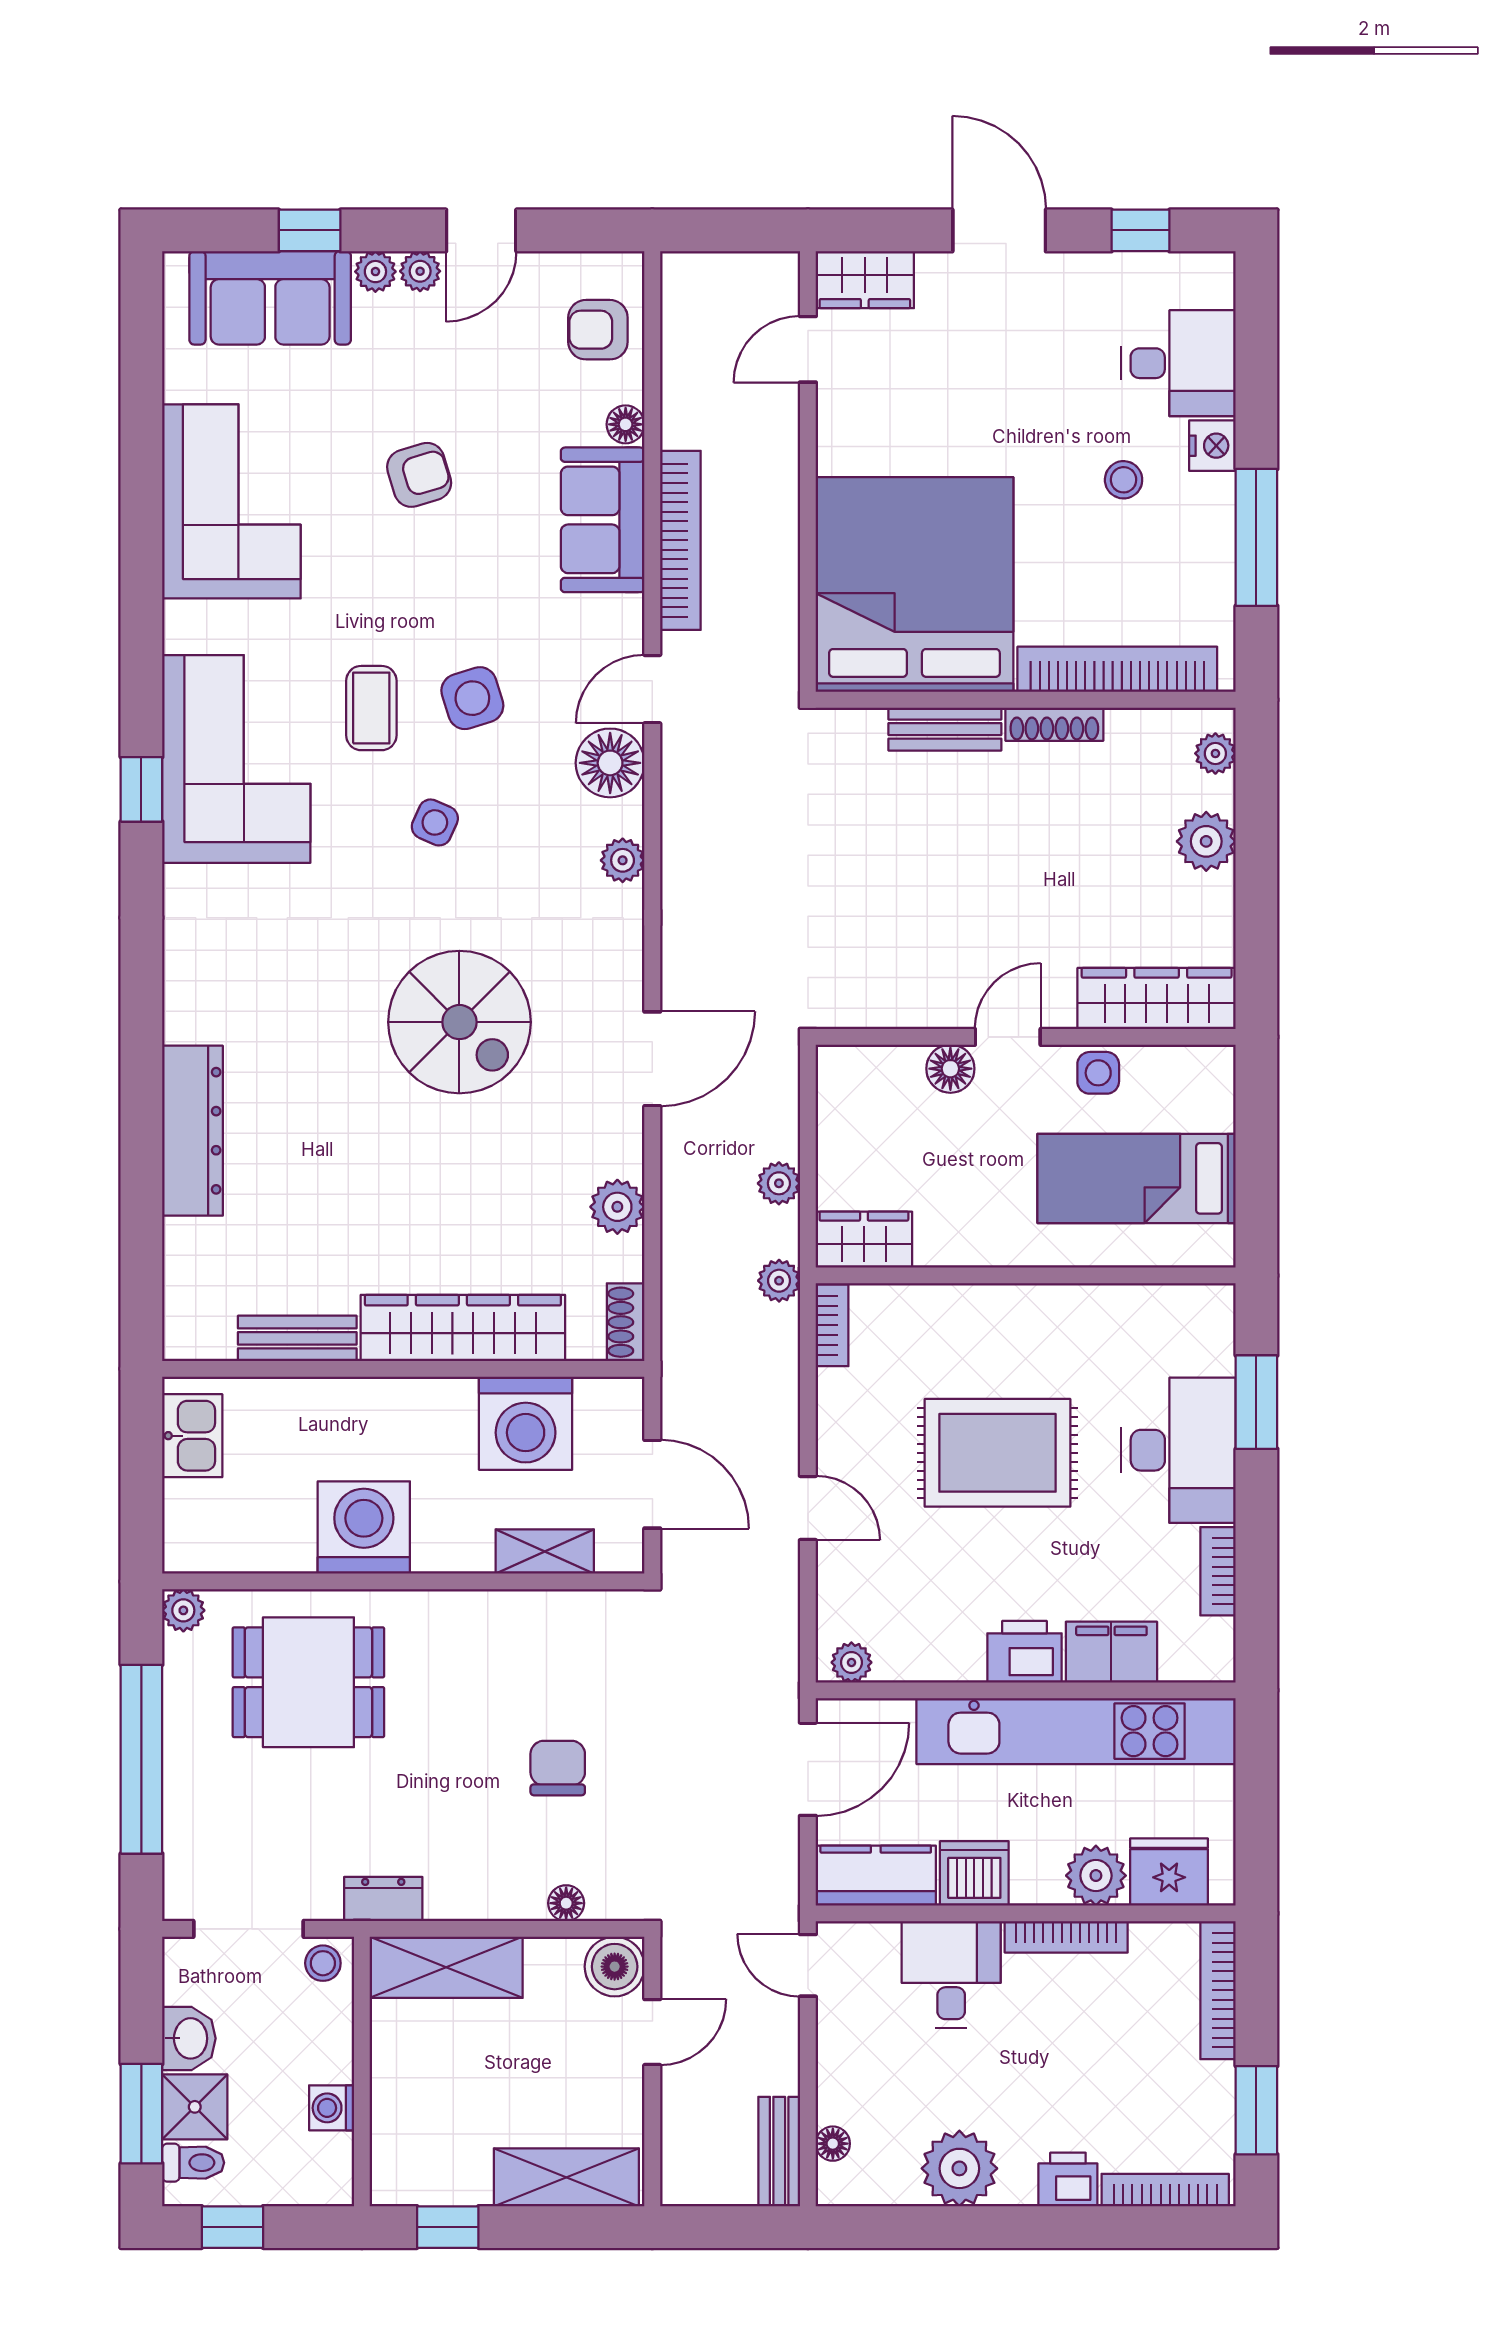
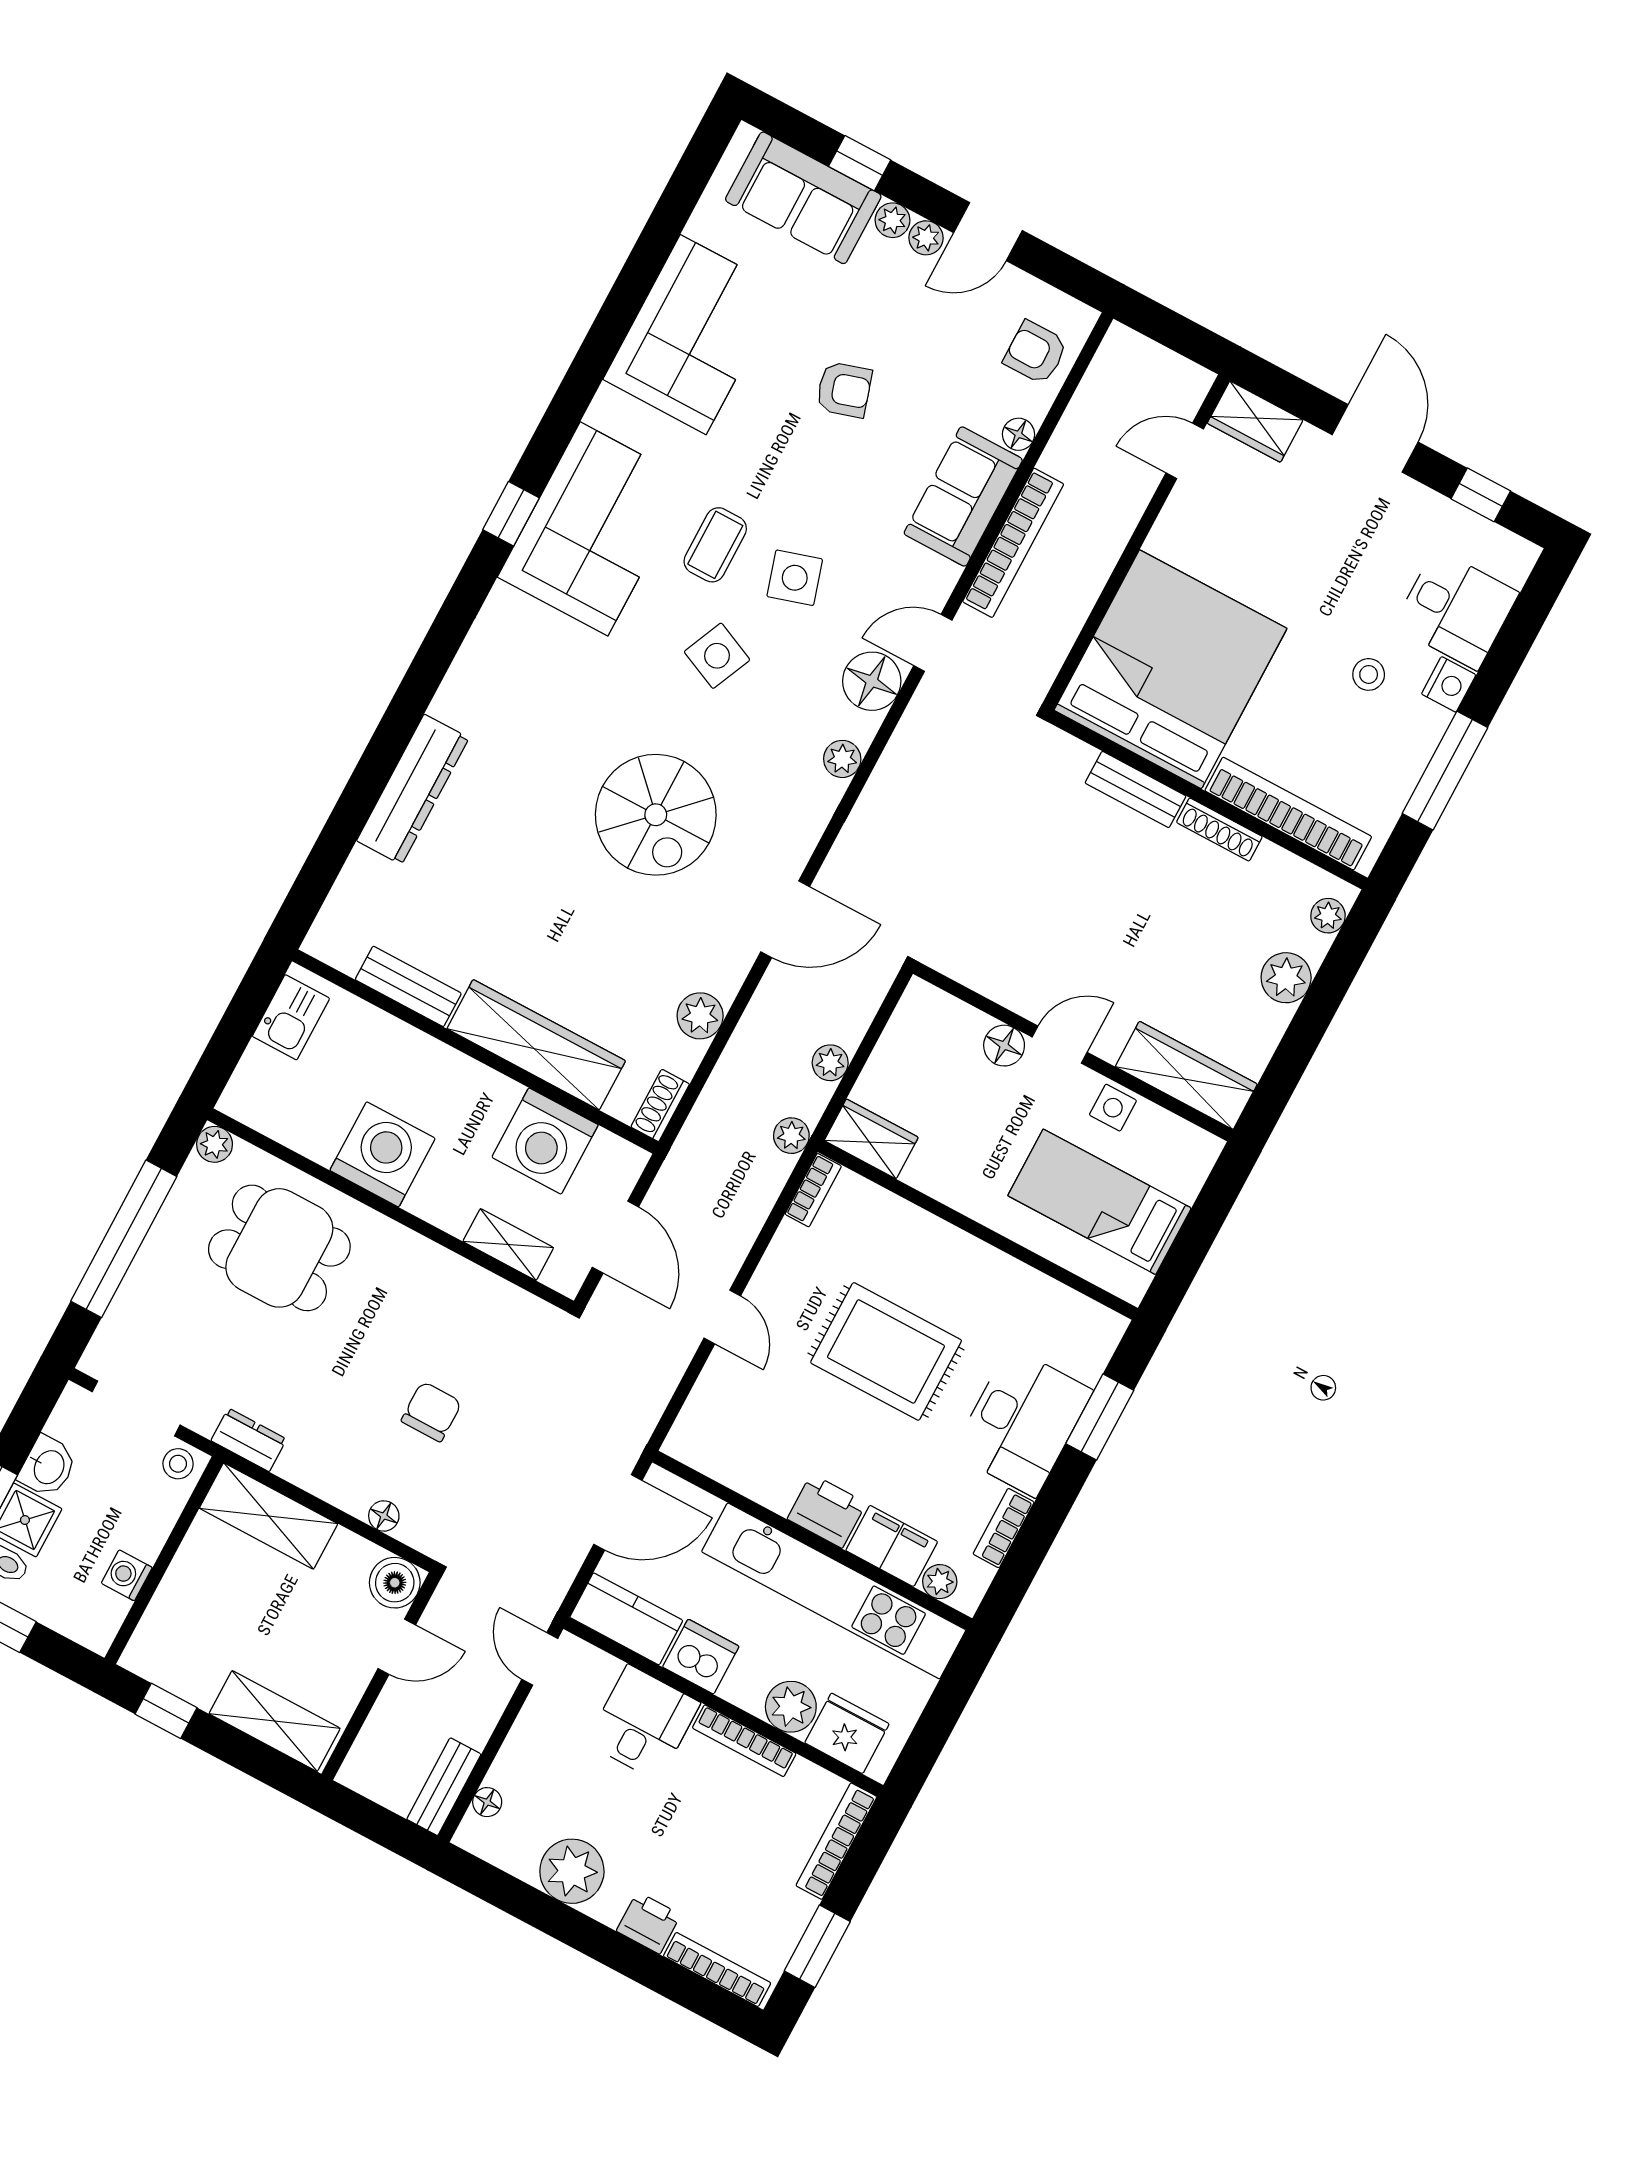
side table: (435, 822) -> (717, 656), width x1.37, depth x1.37
plant: (851, 1662) -> (940, 1582), moved

